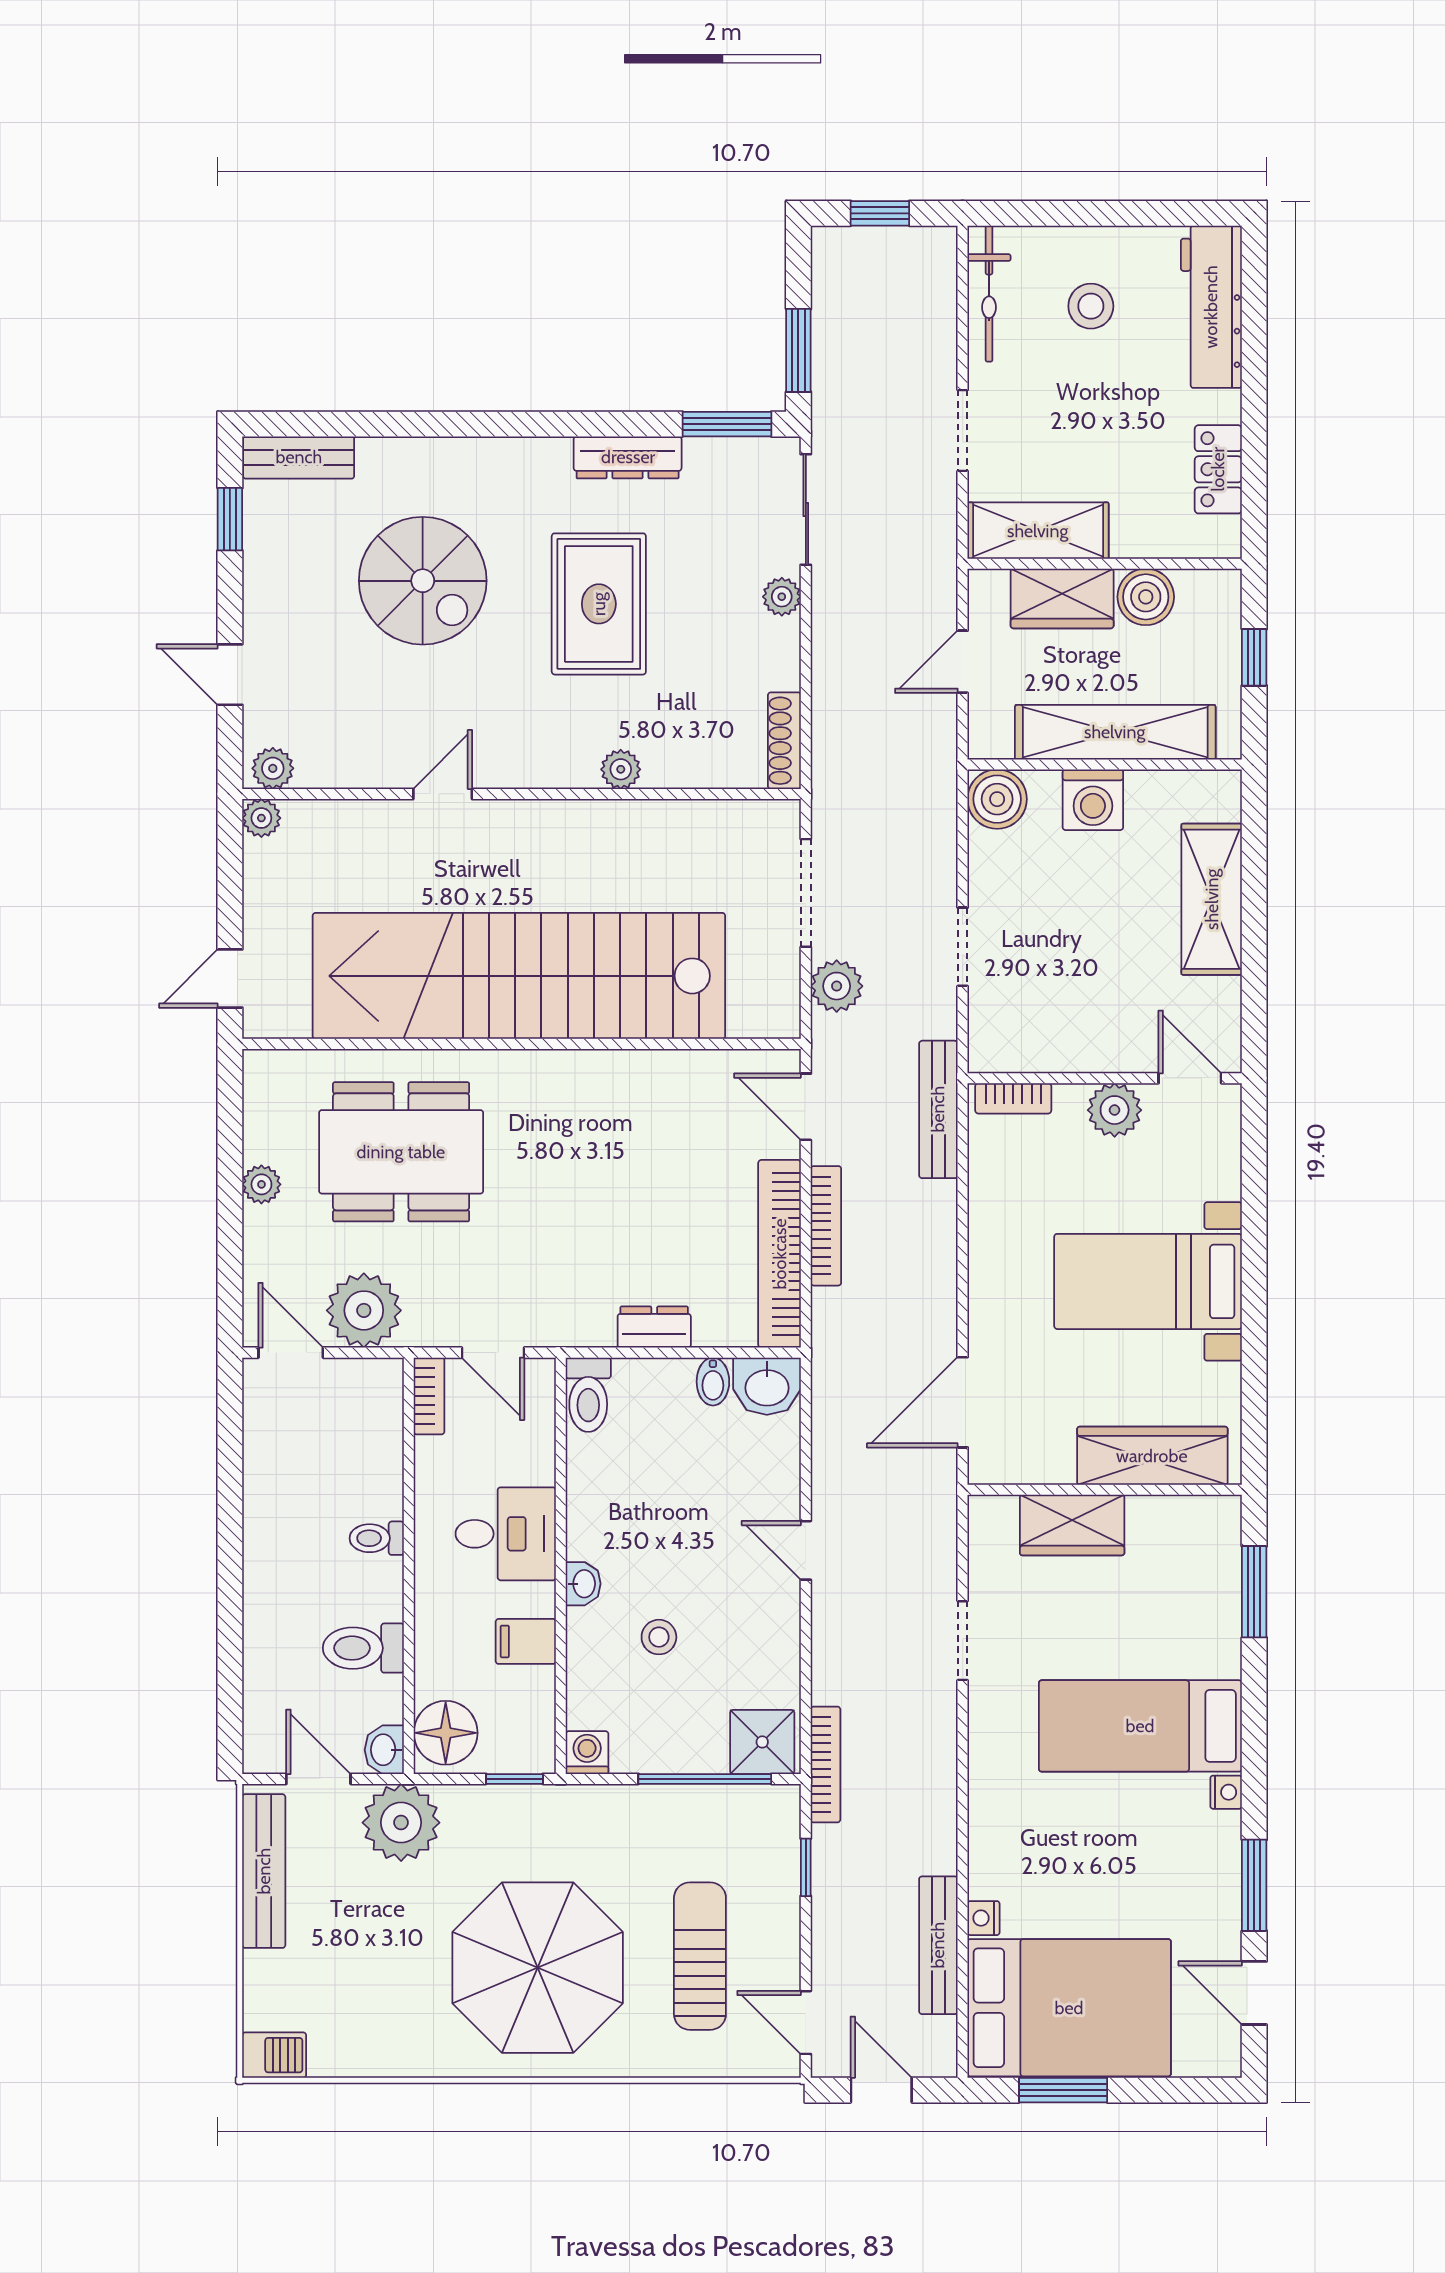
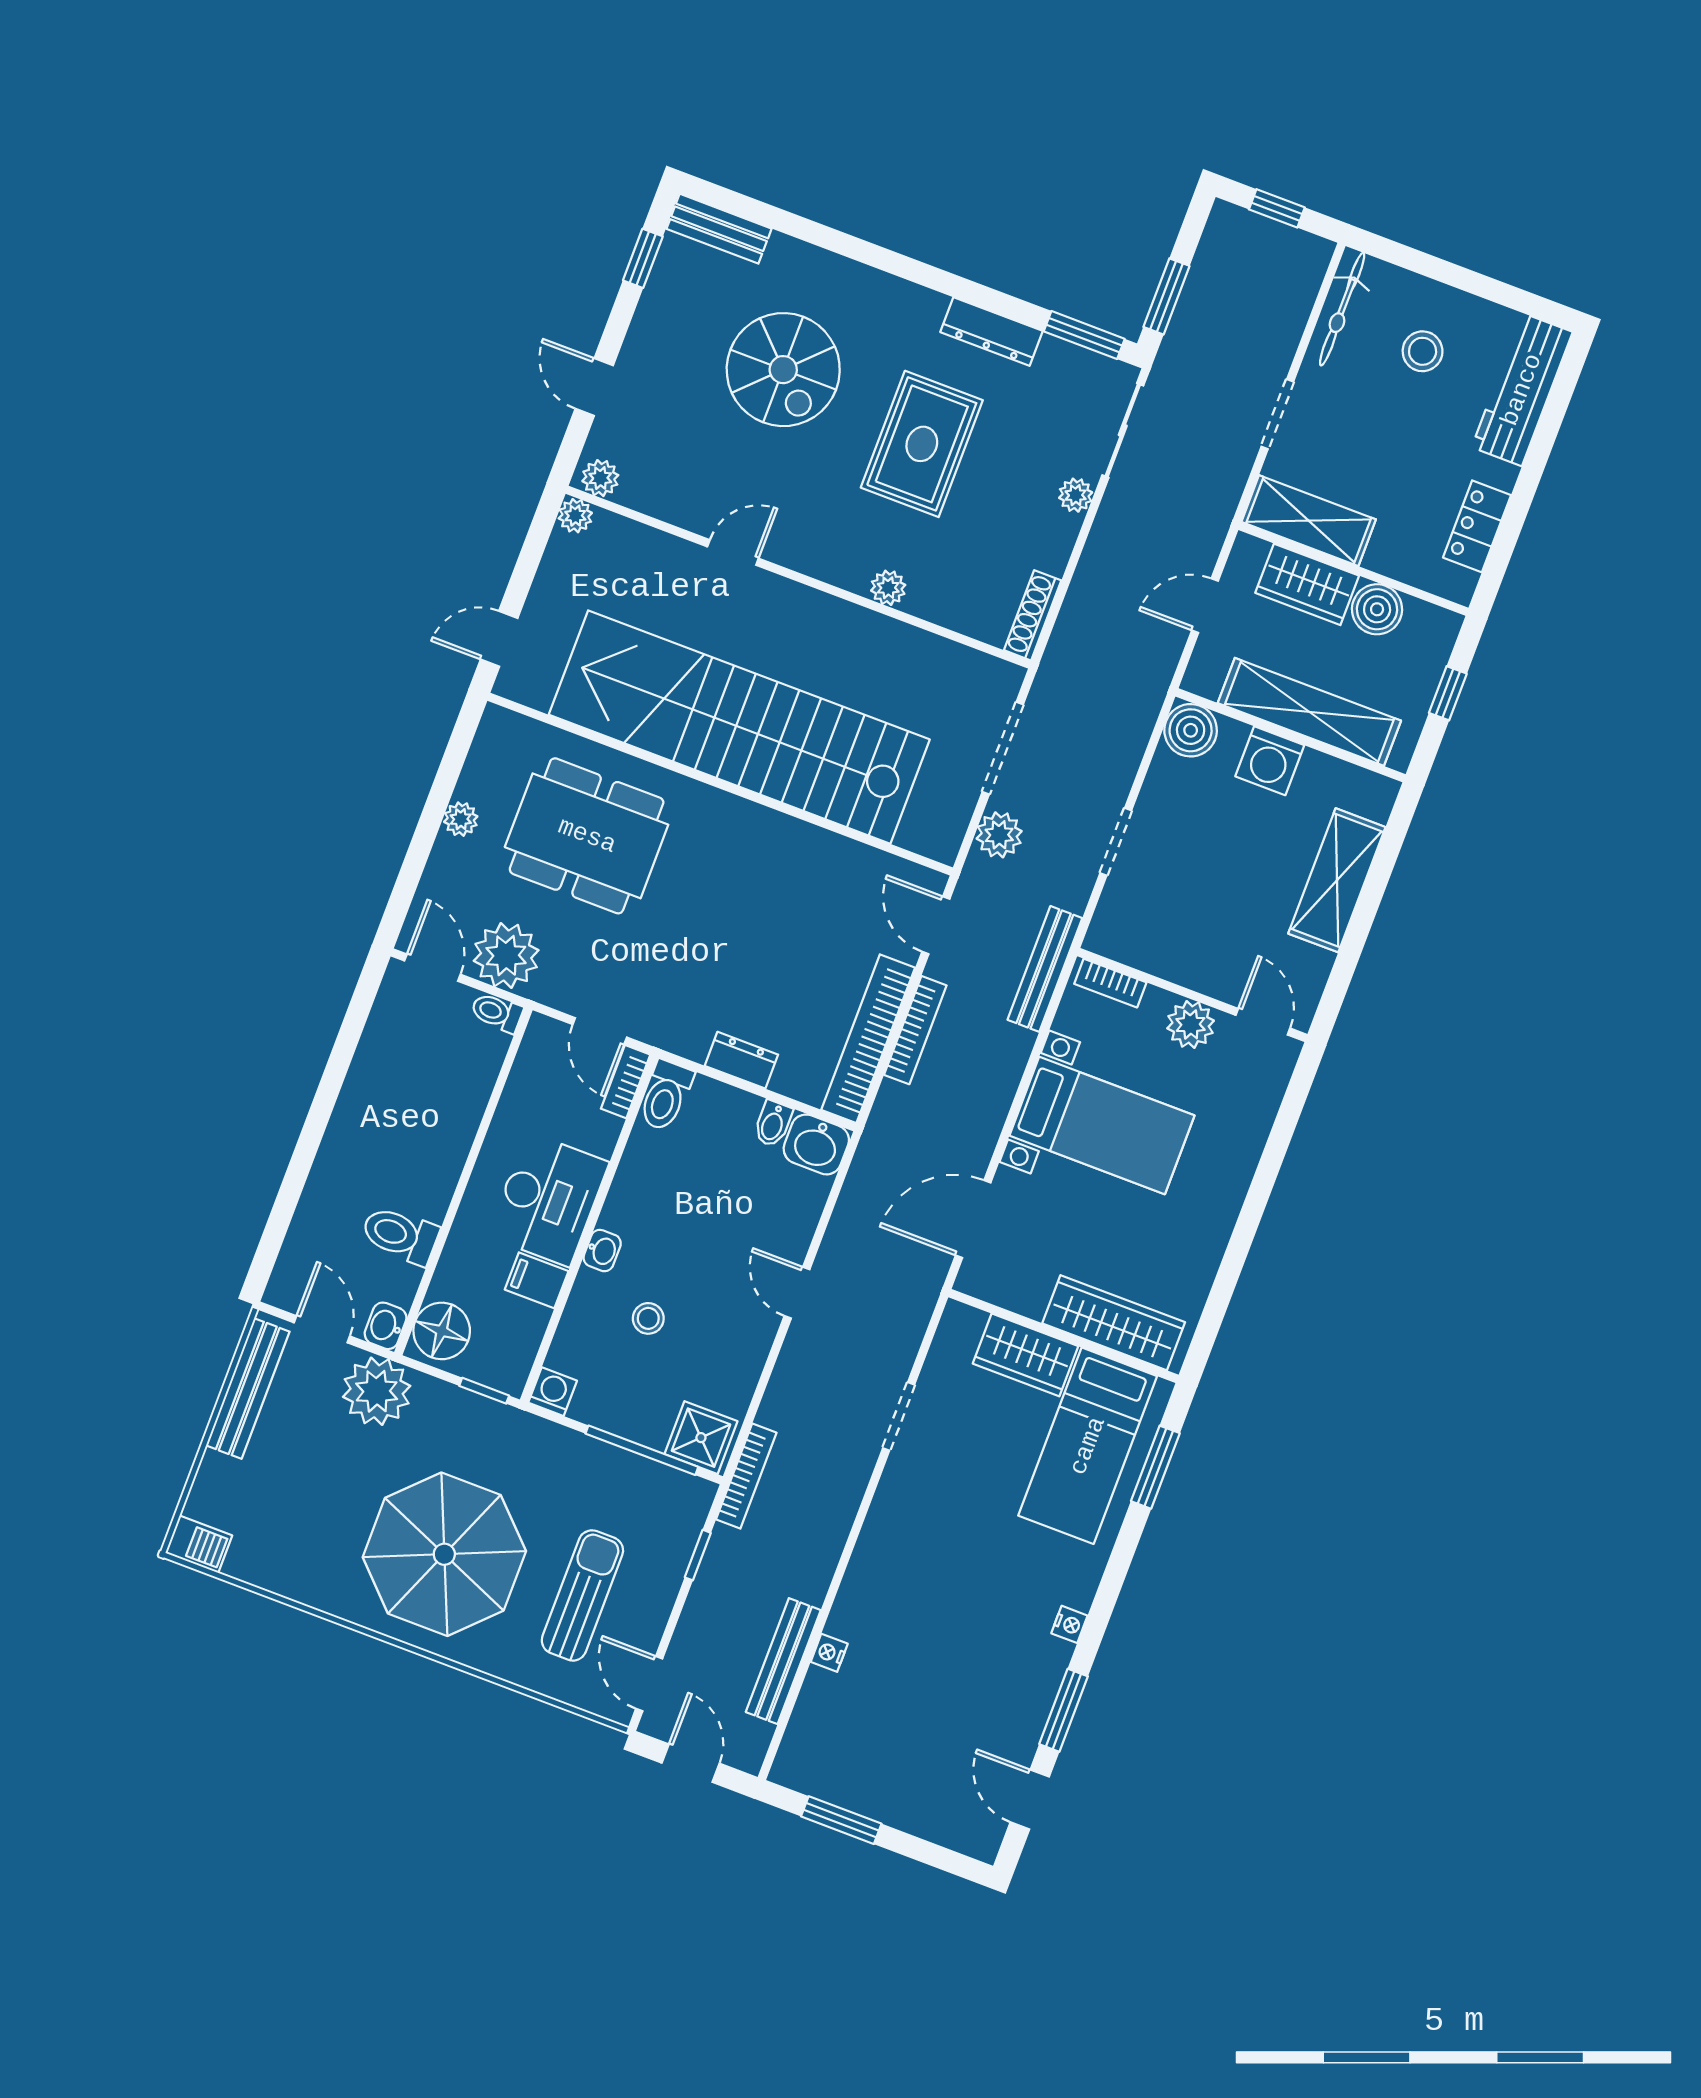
bed with nightstands: (1148, 1281) -> (1102, 1126), moved, turned 180
bookcase: (429, 1396) -> (626, 1082), moved, turned 180
desk: (506, 1534) -> (548, 1199), width x1.37
toilet: (377, 1538) -> (497, 1012), moved
bed: (1140, 1726) -> (1088, 1446), moved, turned -90
bed: (1069, 2008) -> (872, 1754), removed

